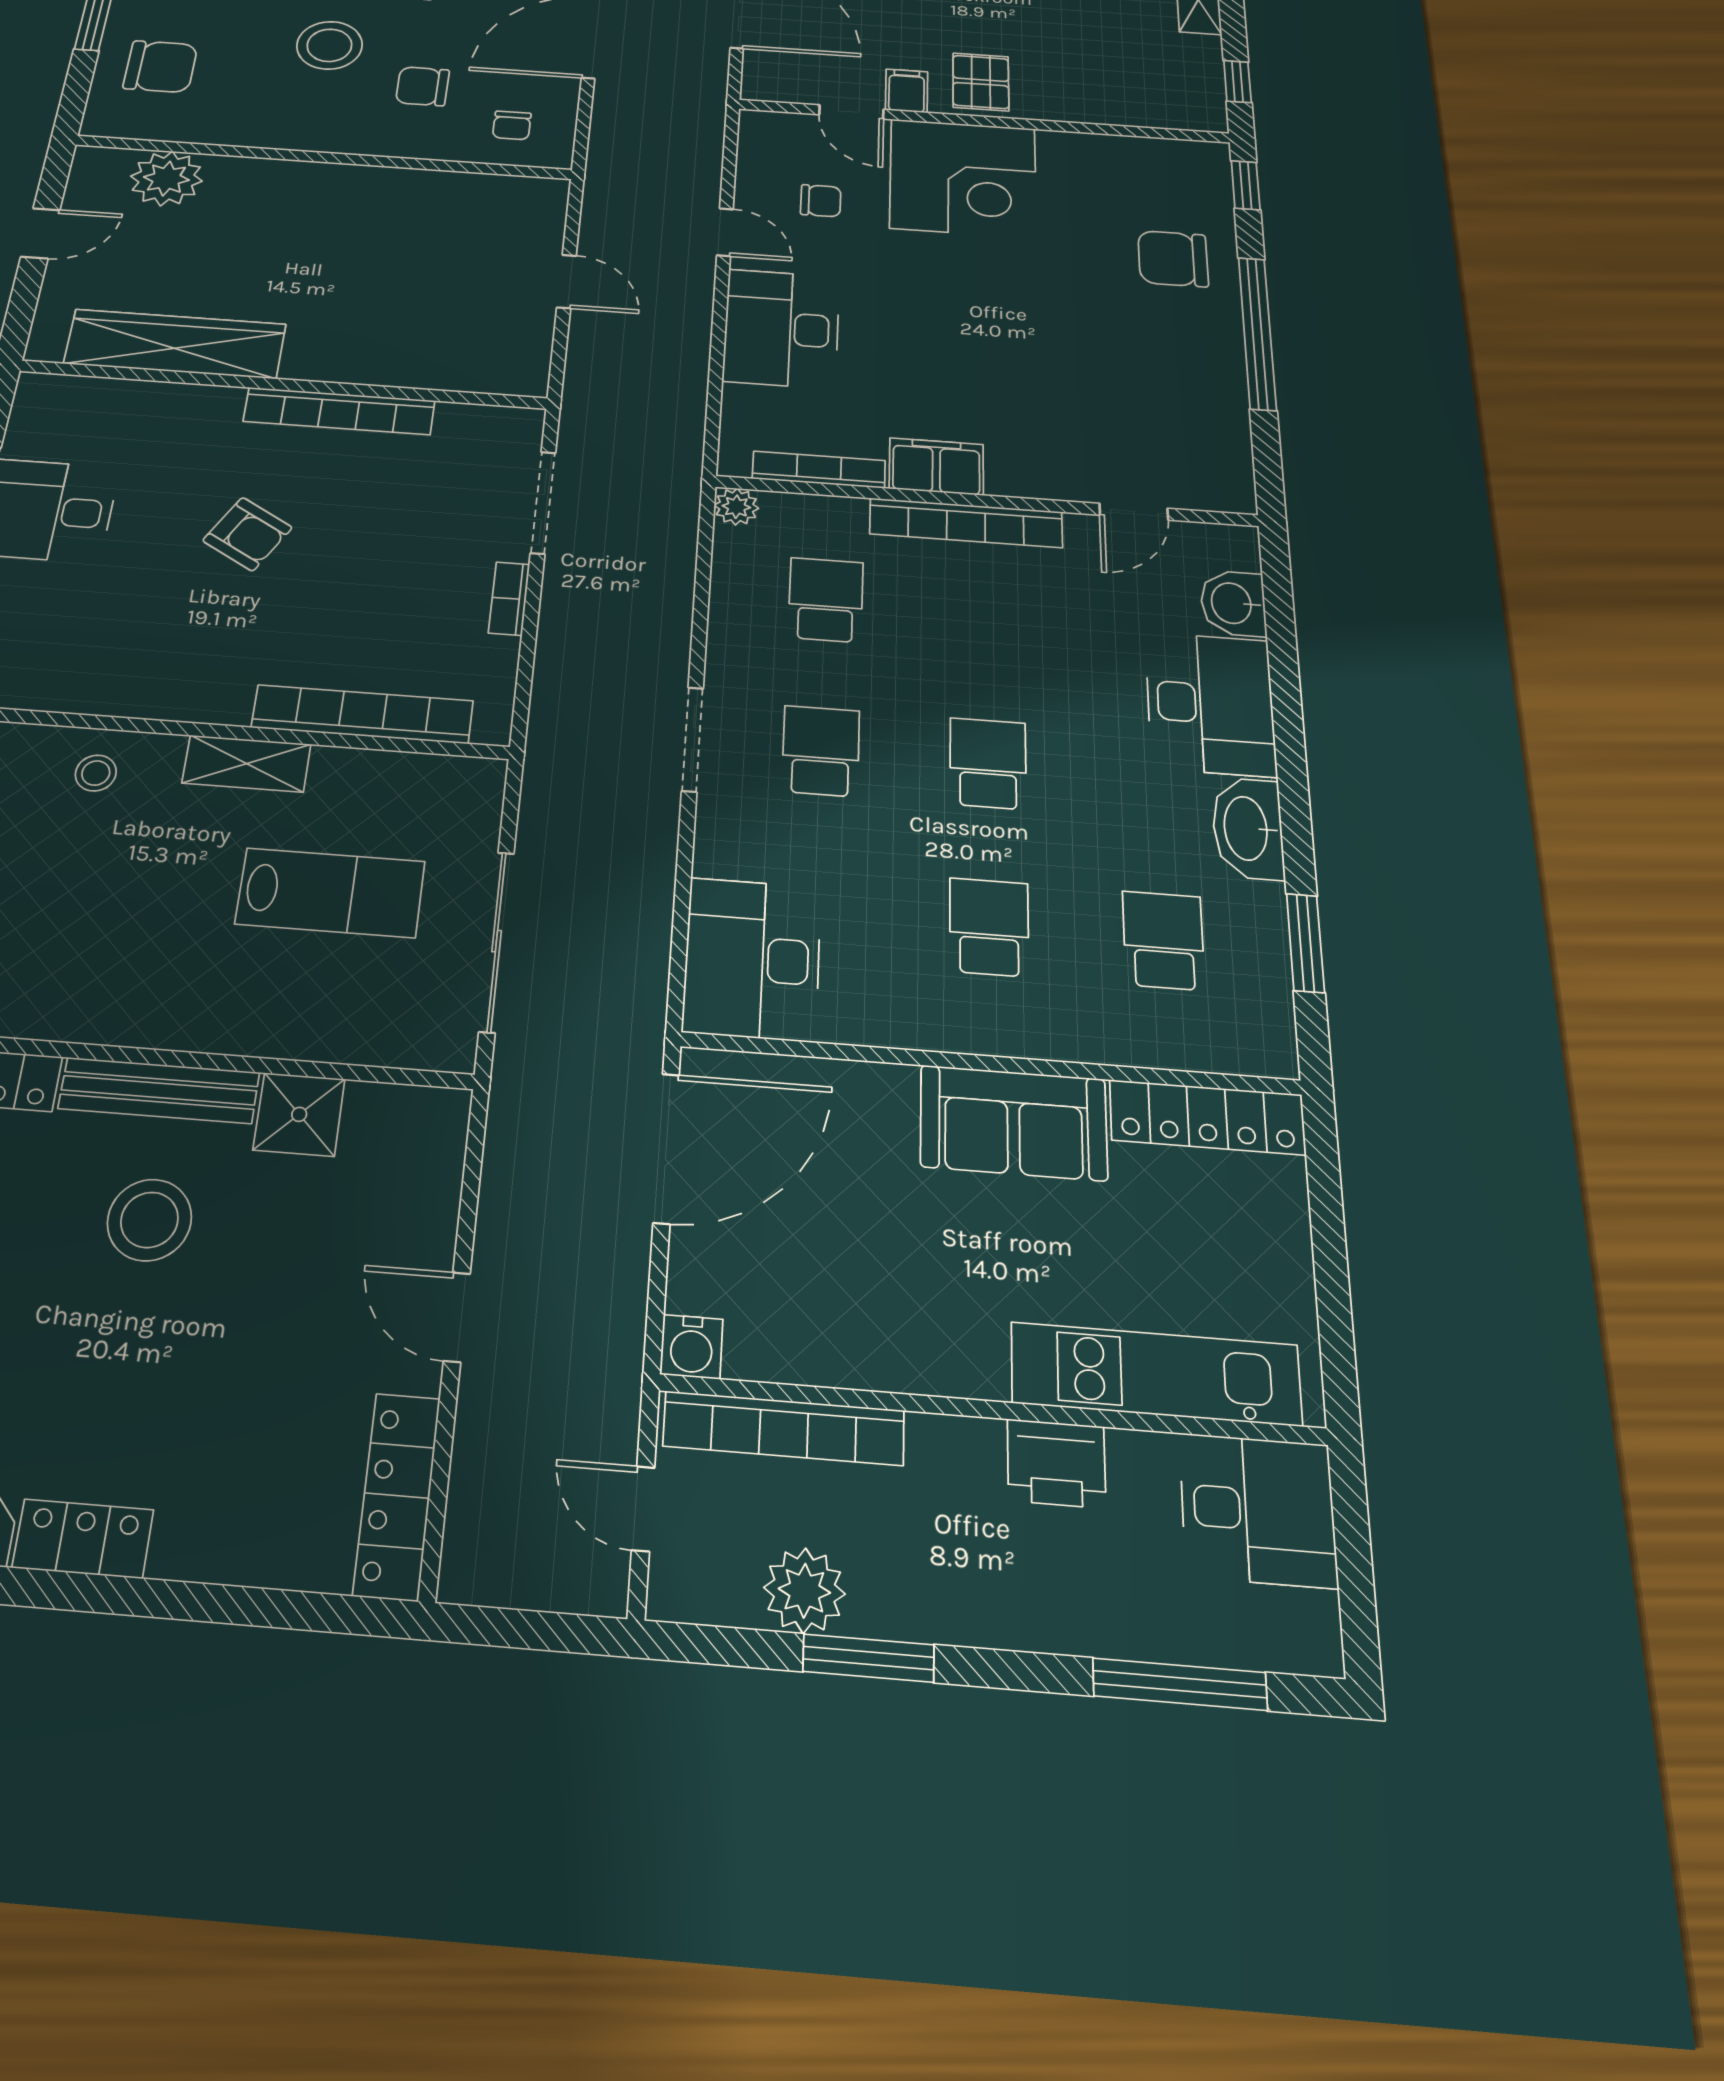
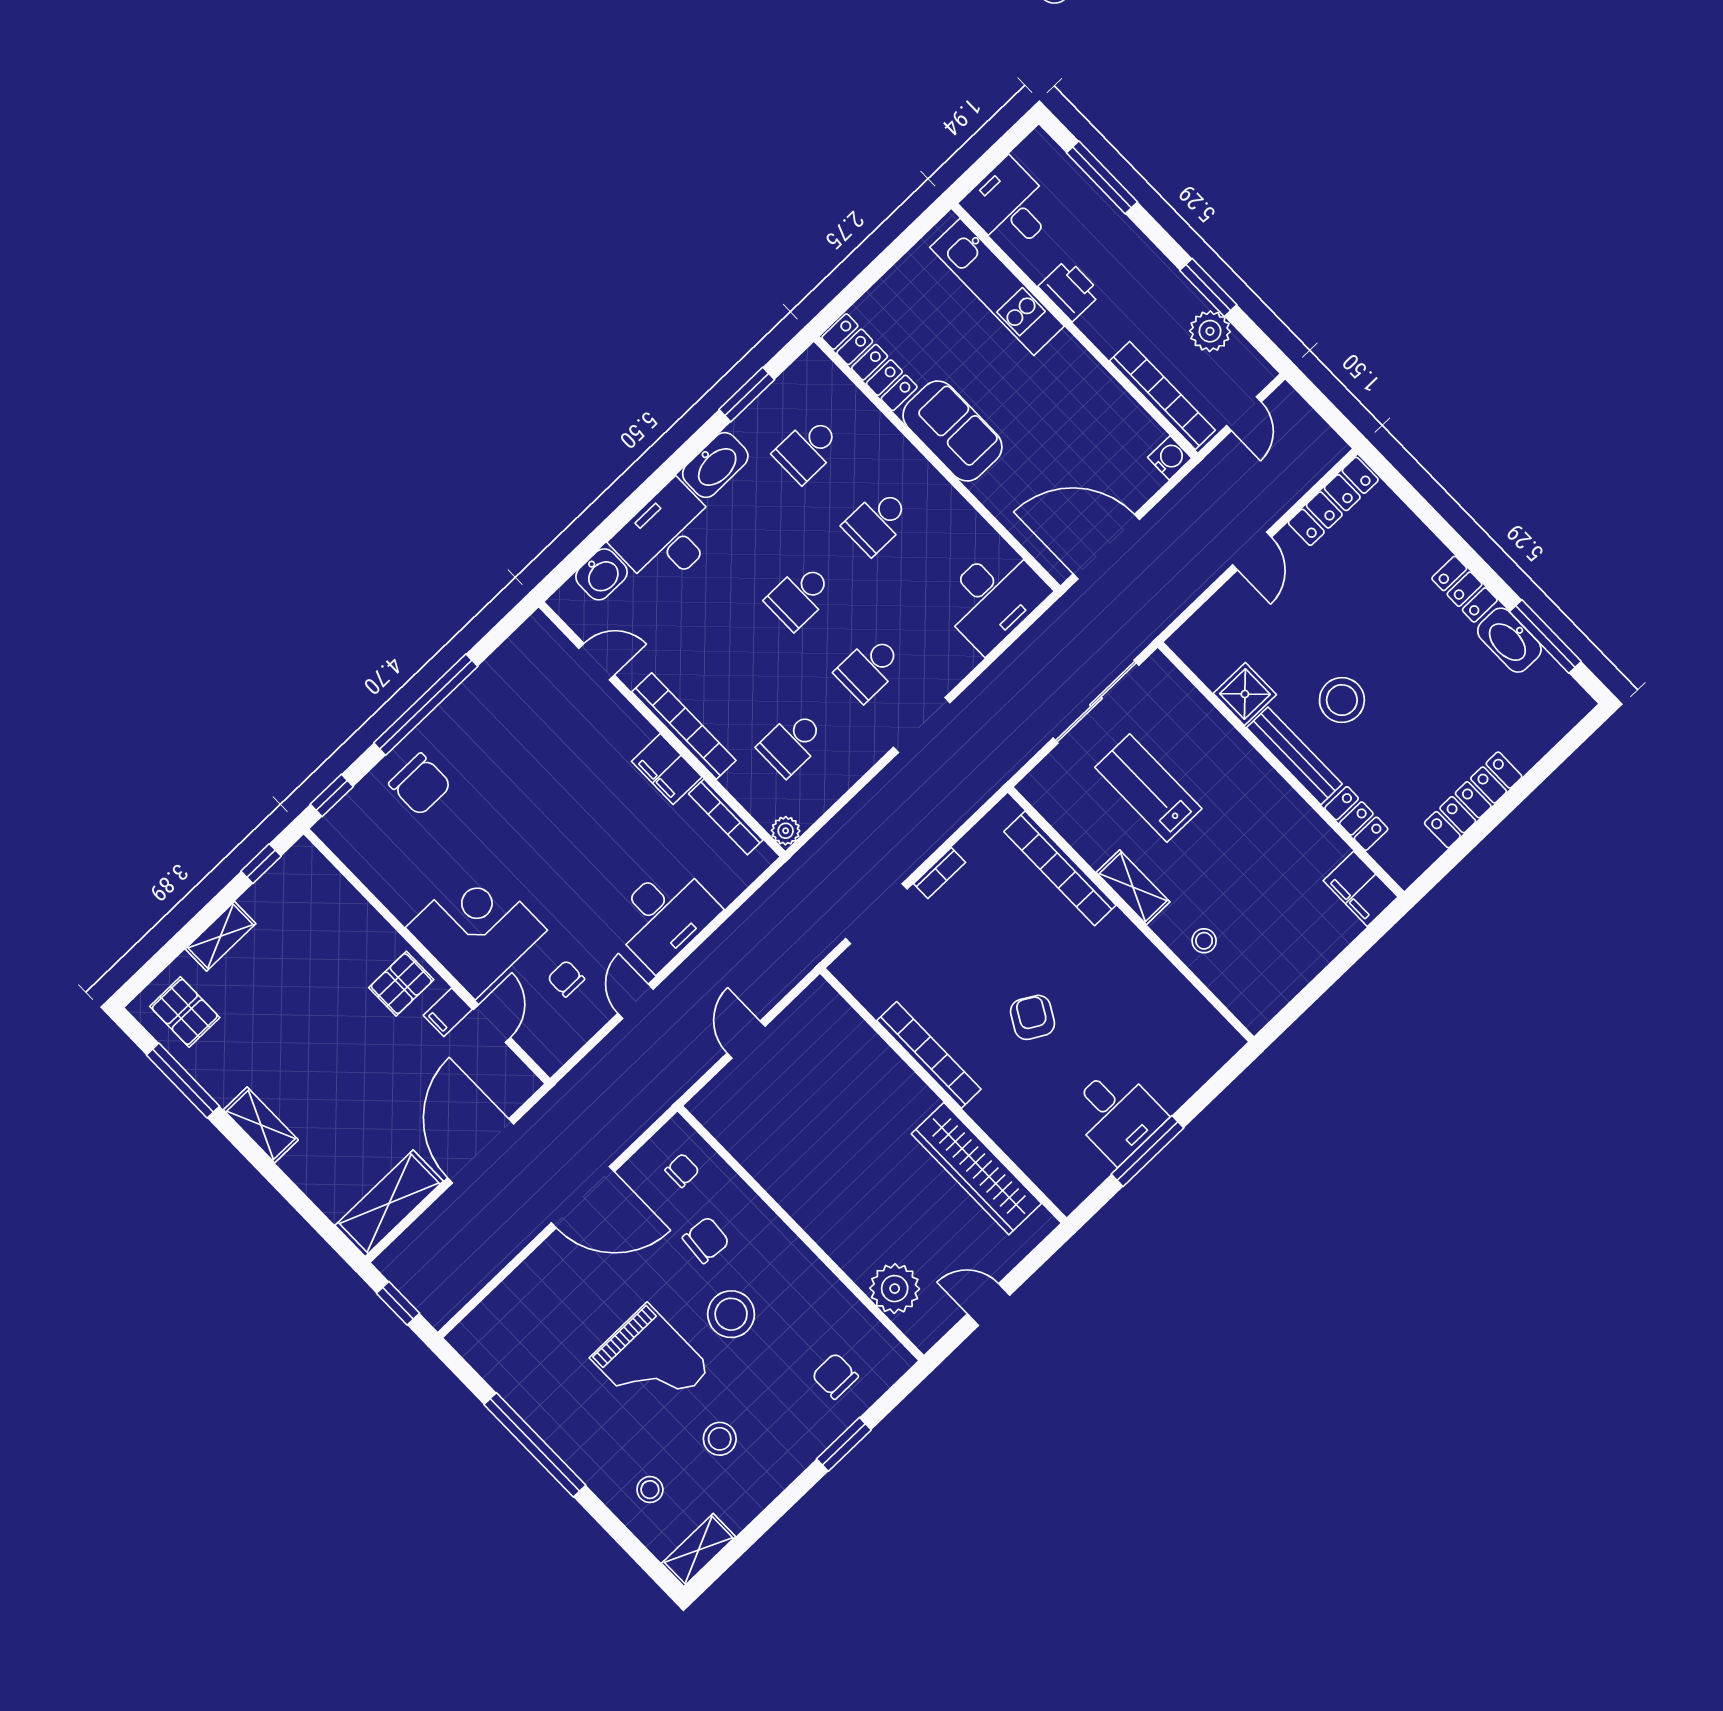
chair: (160, 67) -> (835, 1376), width x0.73, depth x0.73
chair: (422, 86) -> (706, 1240), turned -85

